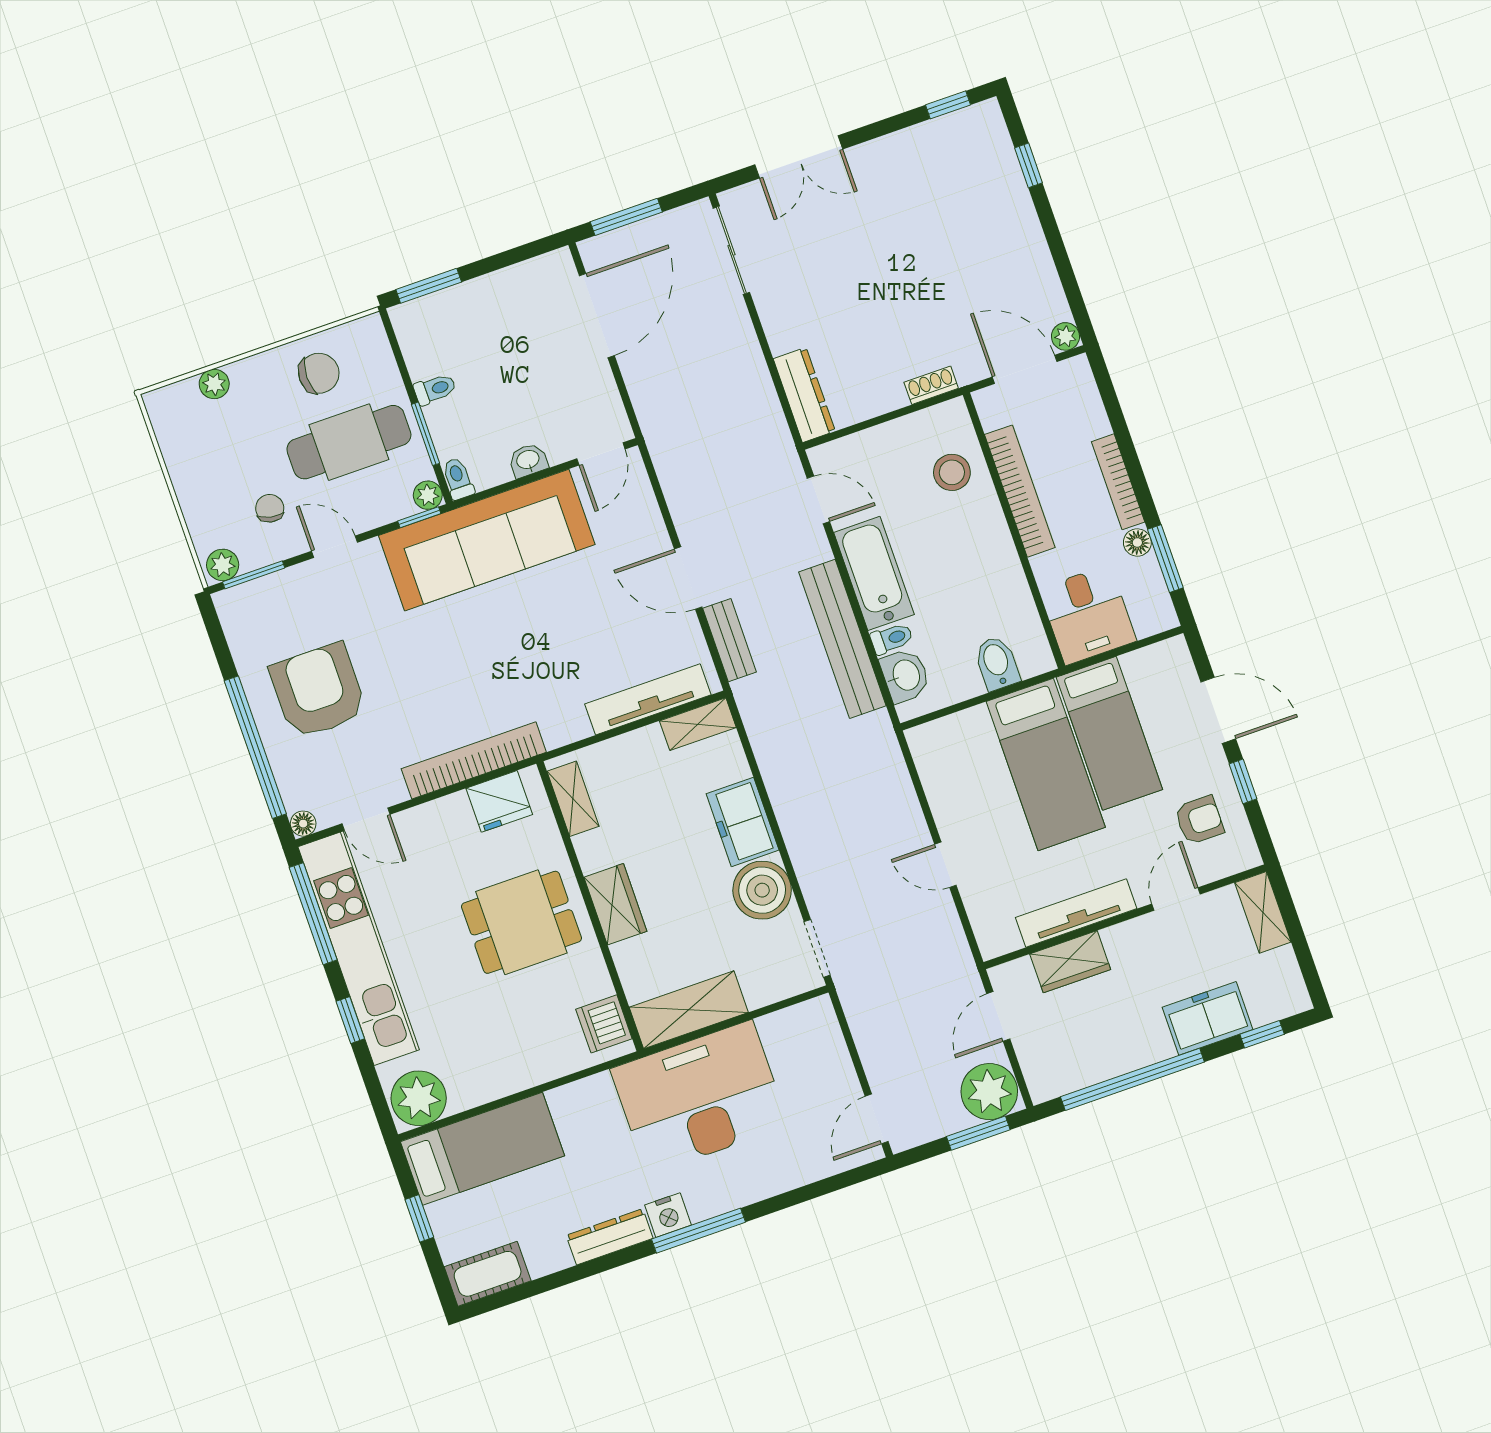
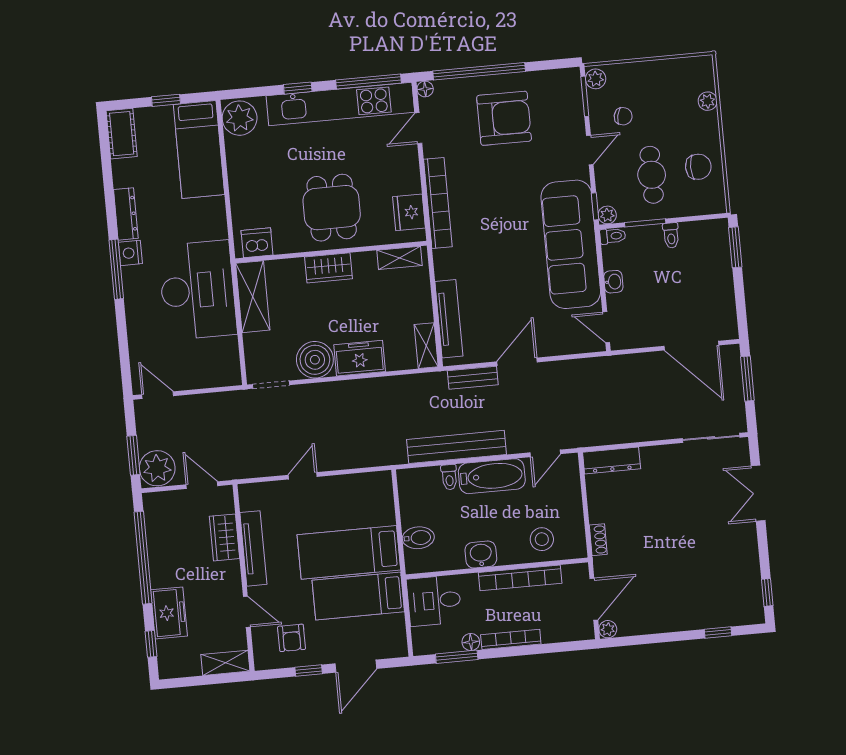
chair: (319, 373) -> (698, 167), turned -90
cafe table: (349, 442) -> (652, 175), width x0.73, depth x0.74
washbasin: (905, 675) -> (481, 555), moved, turned 180

